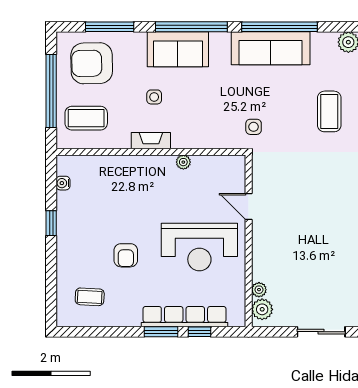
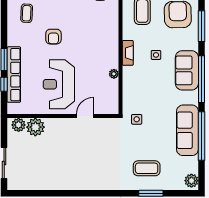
armchair: (126, 255) -> (53, 37), turned -90
plant: (259, 290) -> (35, 127), width x1.88, depth x1.88

